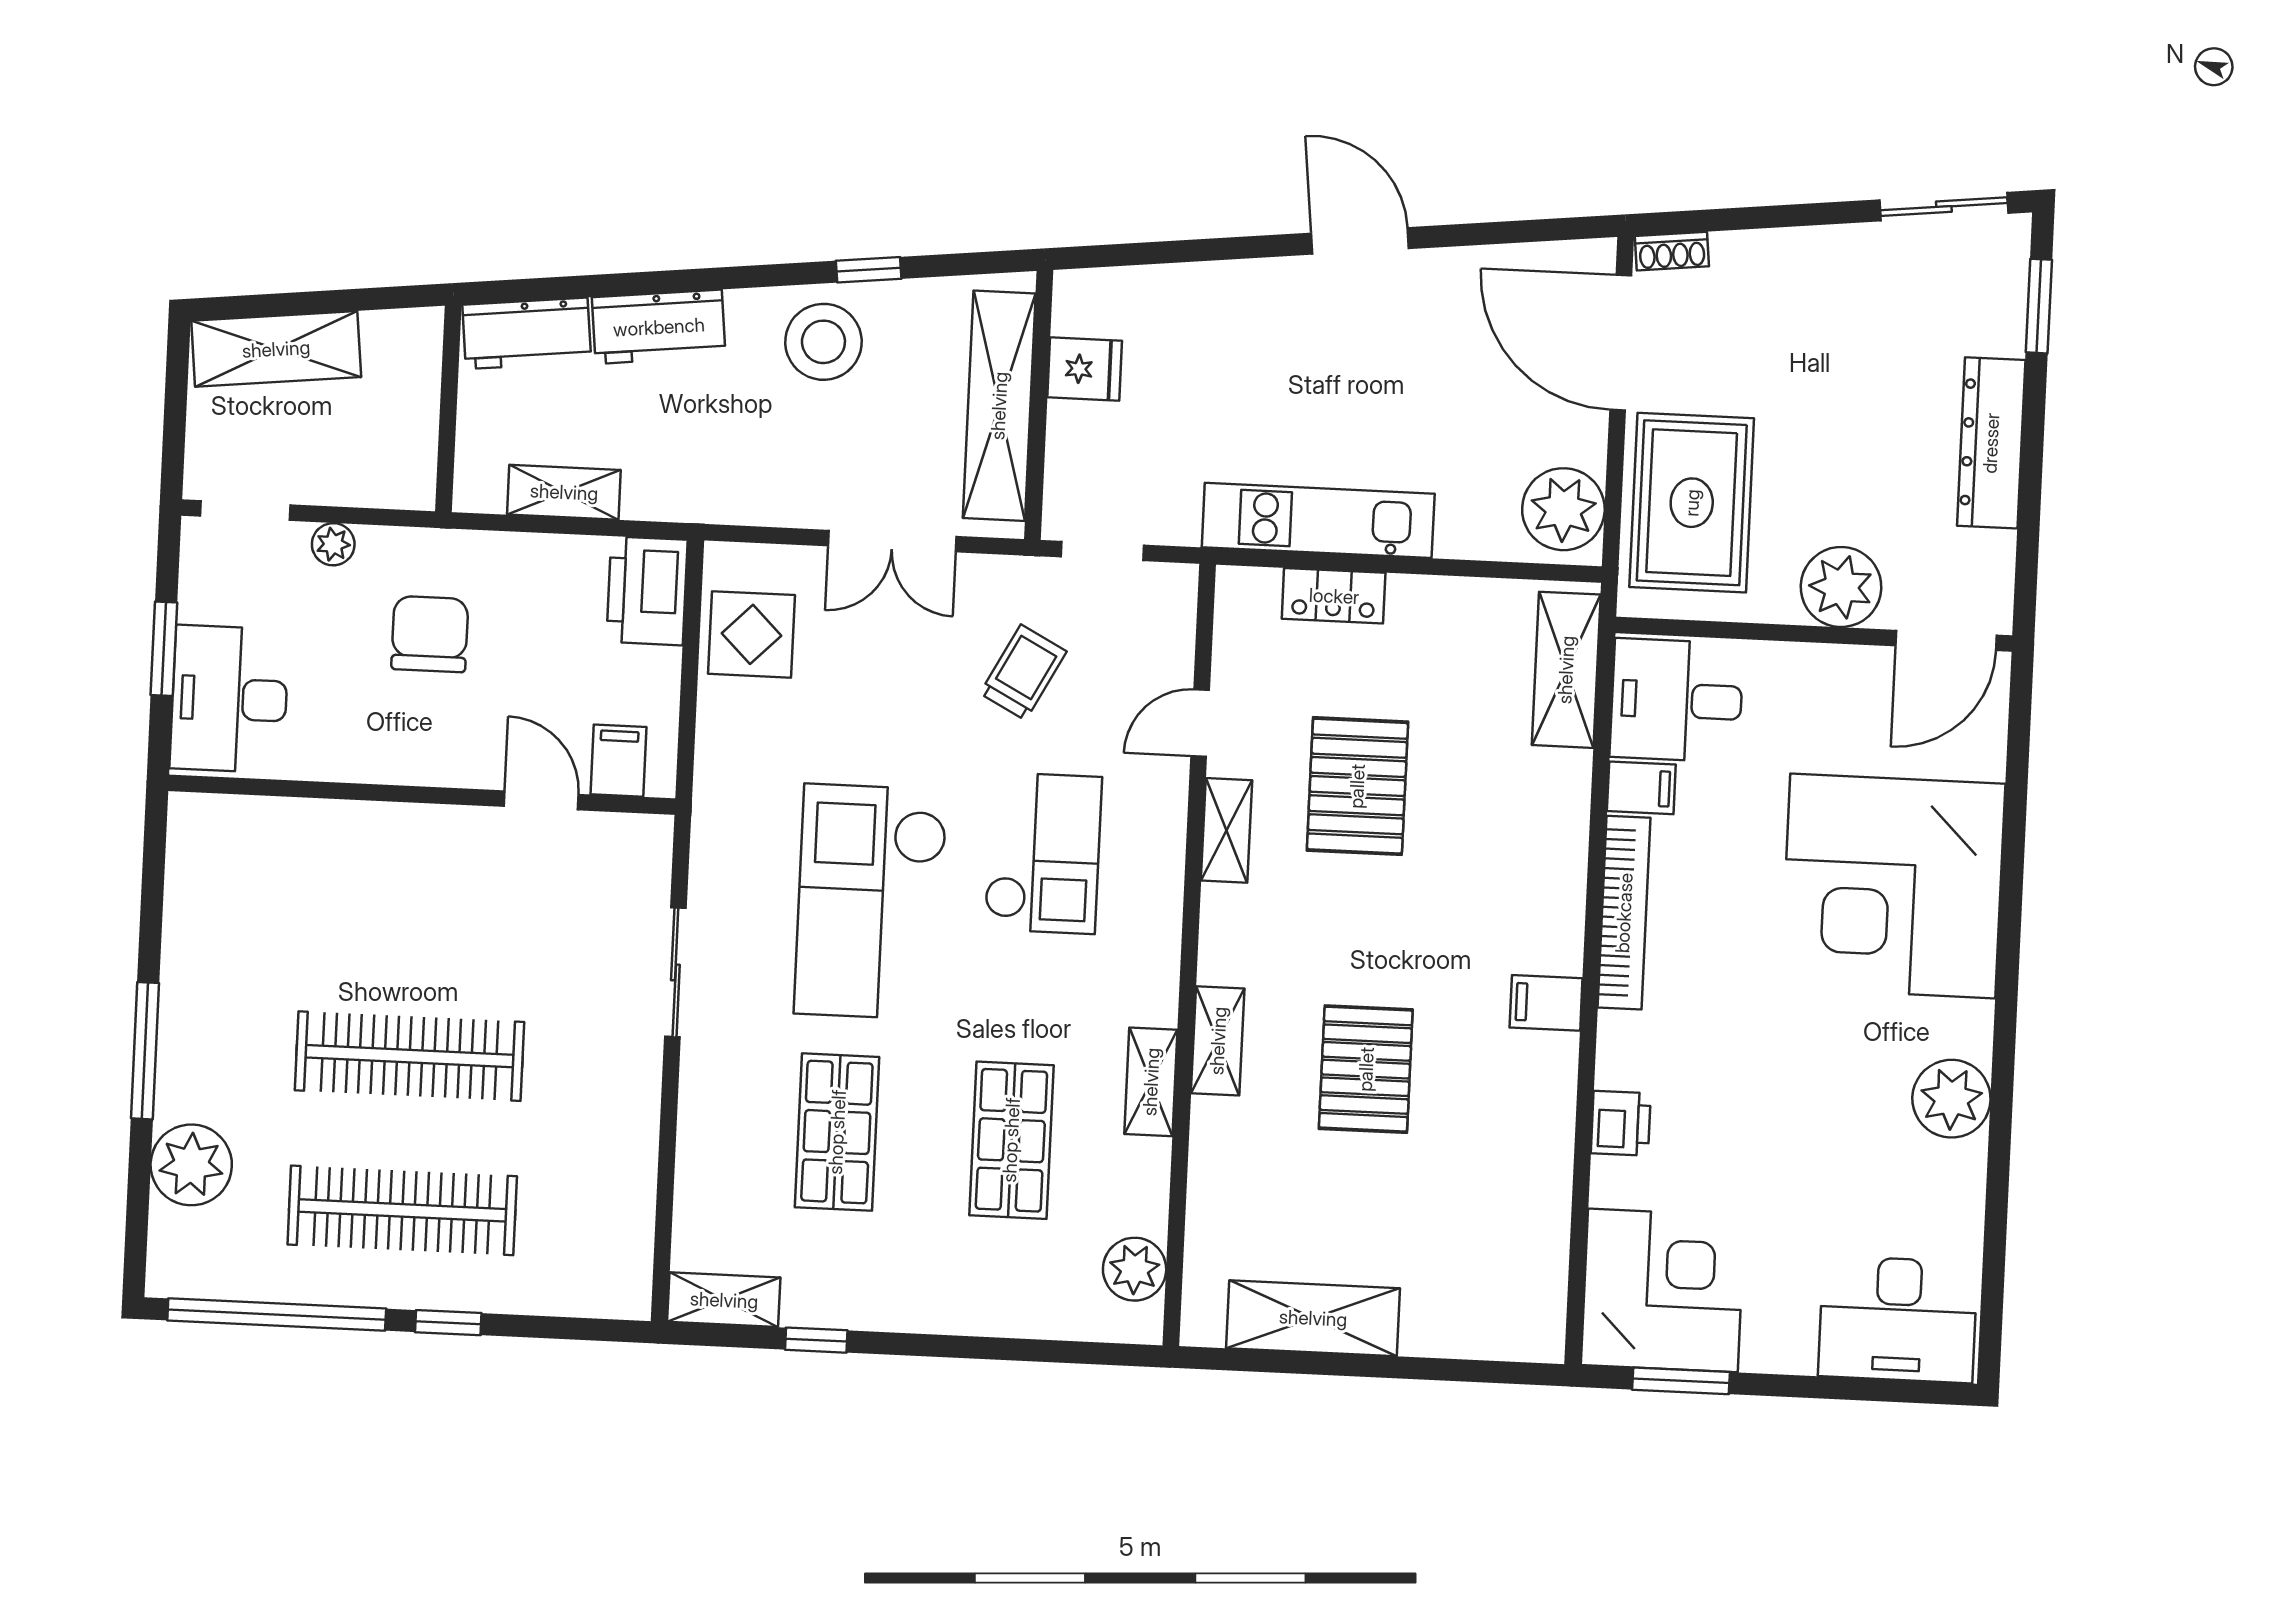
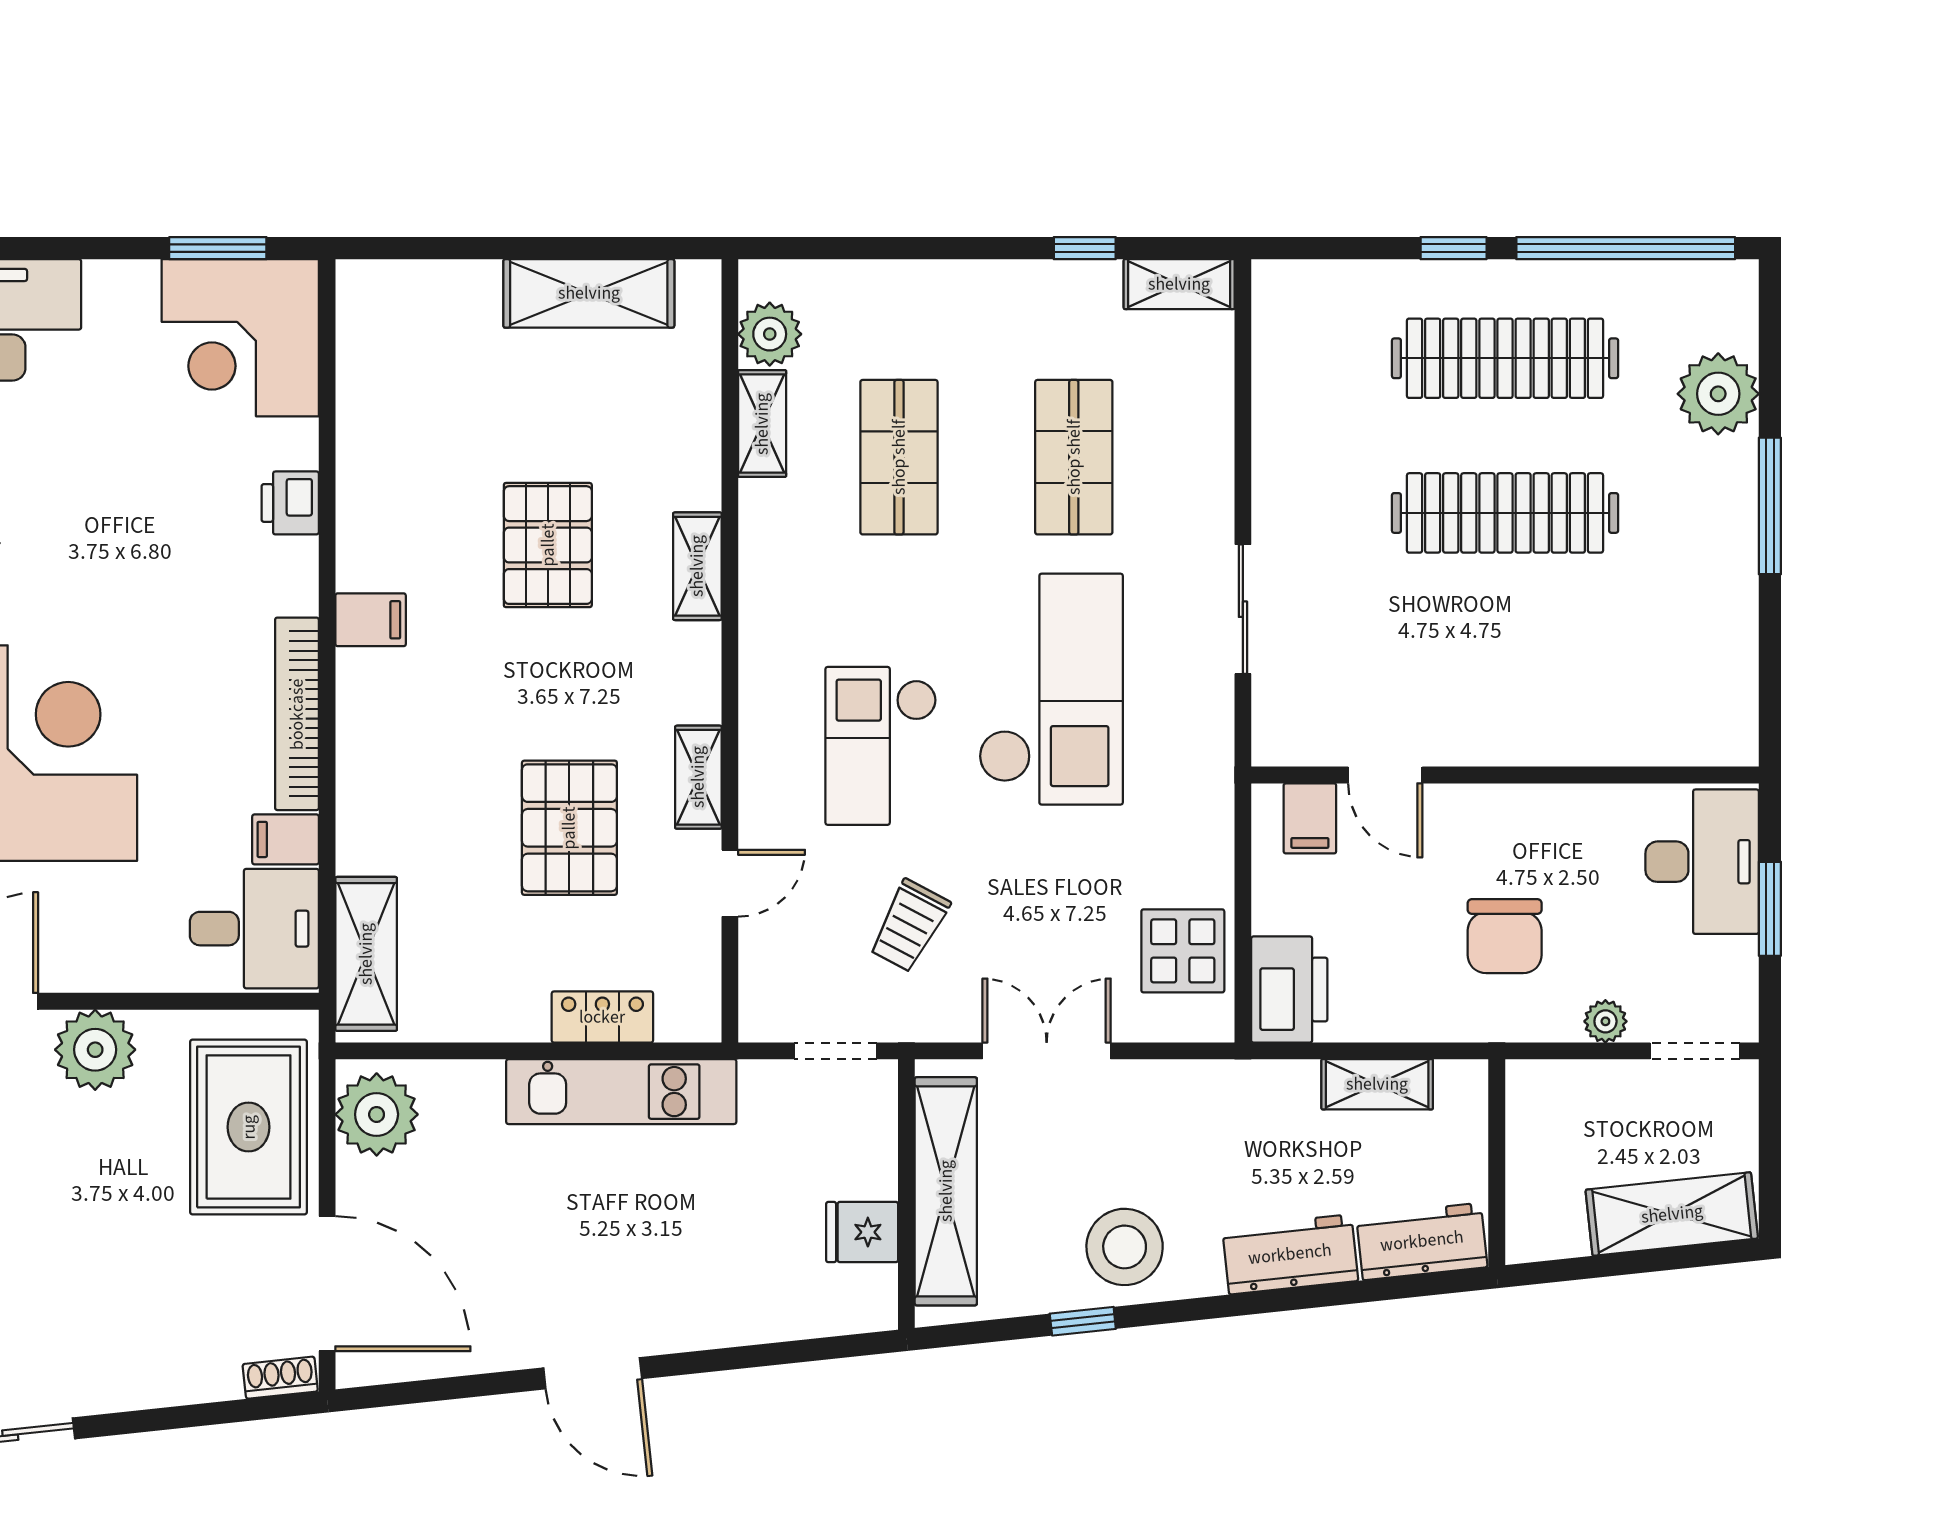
shelving: (1151, 1082) -> (762, 424), moved

